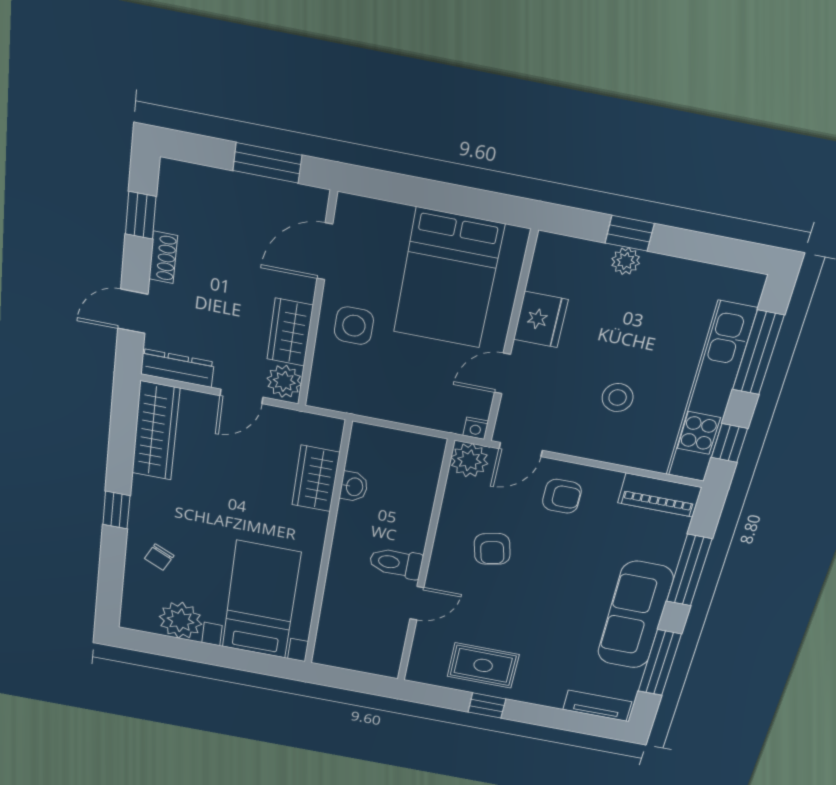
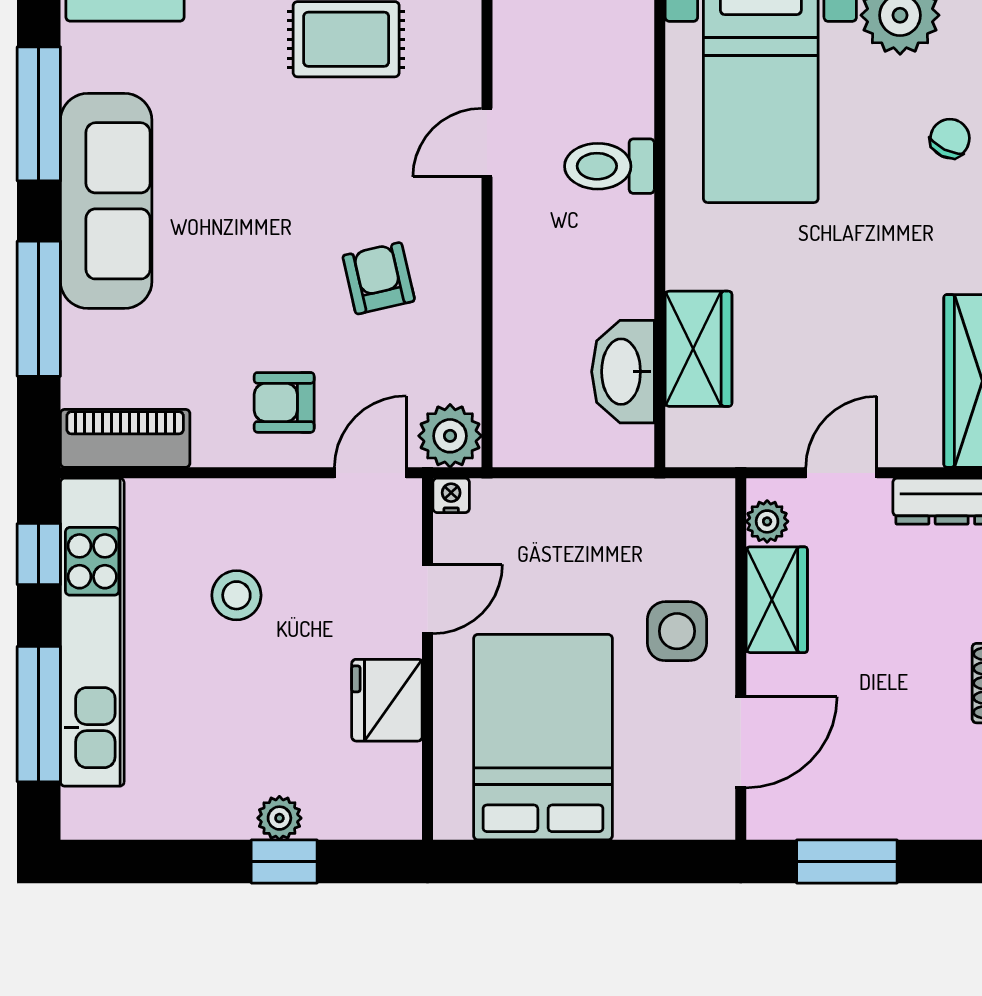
plant: (284, 381) -> (767, 521), width x0.73, depth x0.73
washbasin: (354, 487) -> (623, 372), width x1.91, depth x1.45
toilet: (396, 563) -> (609, 166), moved, turned 180

